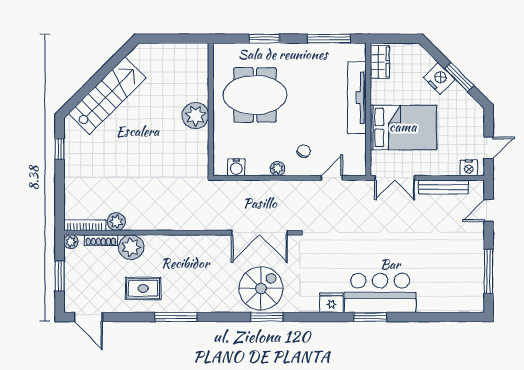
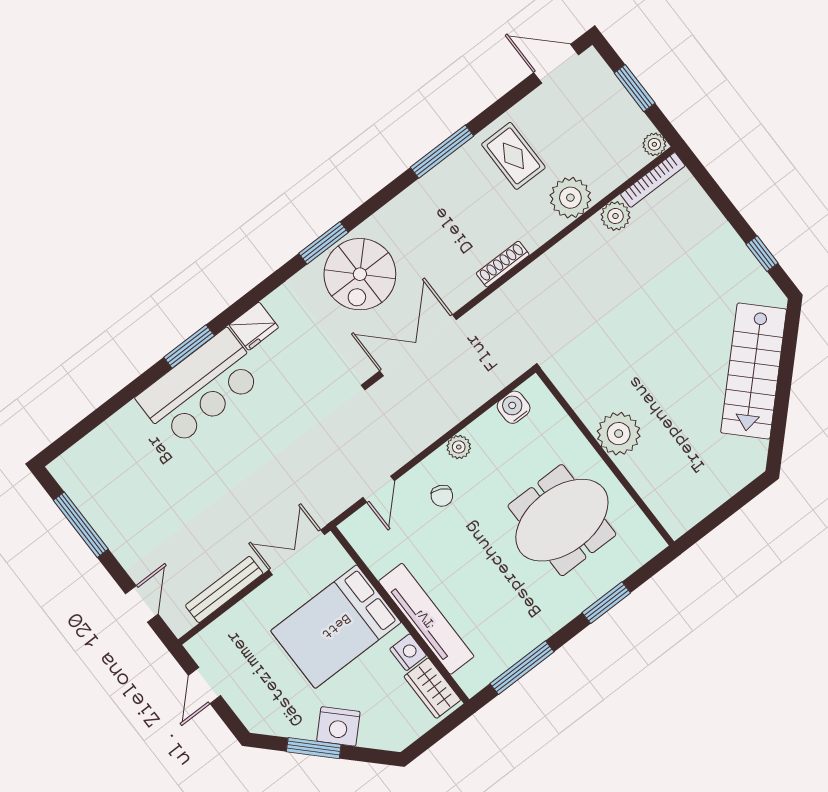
nightstand: (469, 168) -> (408, 652), moved, turned 90
shoe rack: (101, 240) -> (503, 264), moved
rug: (143, 288) -> (513, 156), turned 90

